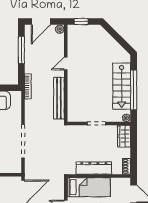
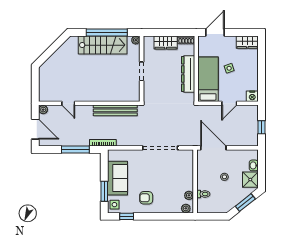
window: (81, 21) -> (35, 87), removed
window: (21, 50) -> (75, 150), moved
door: (66, 63) -> (68, 103), moved
wardrobe: (124, 136) -> (166, 43), moved

